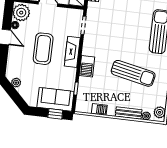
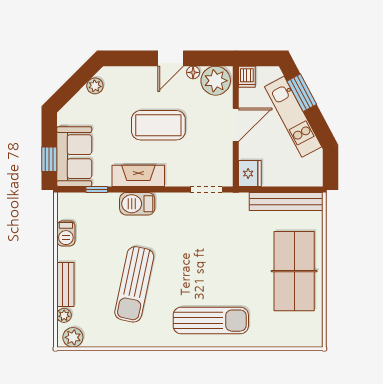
fireplace: (72, 52) -> (138, 176), moved

